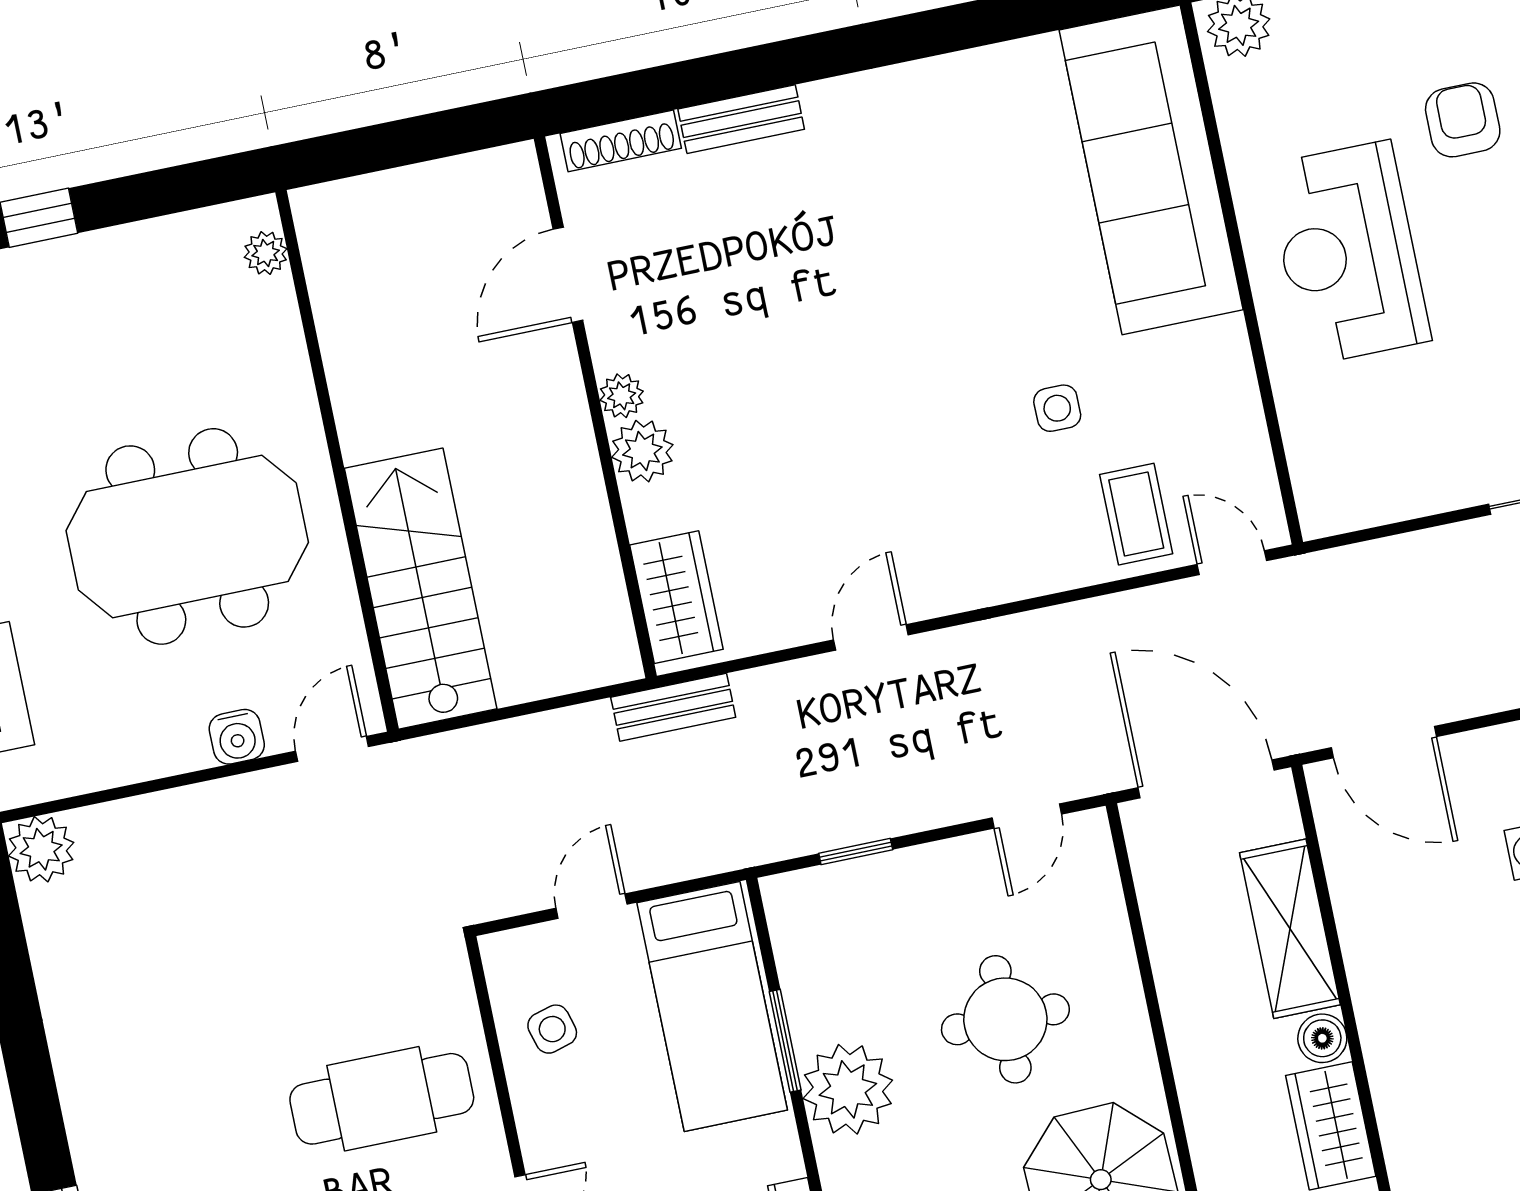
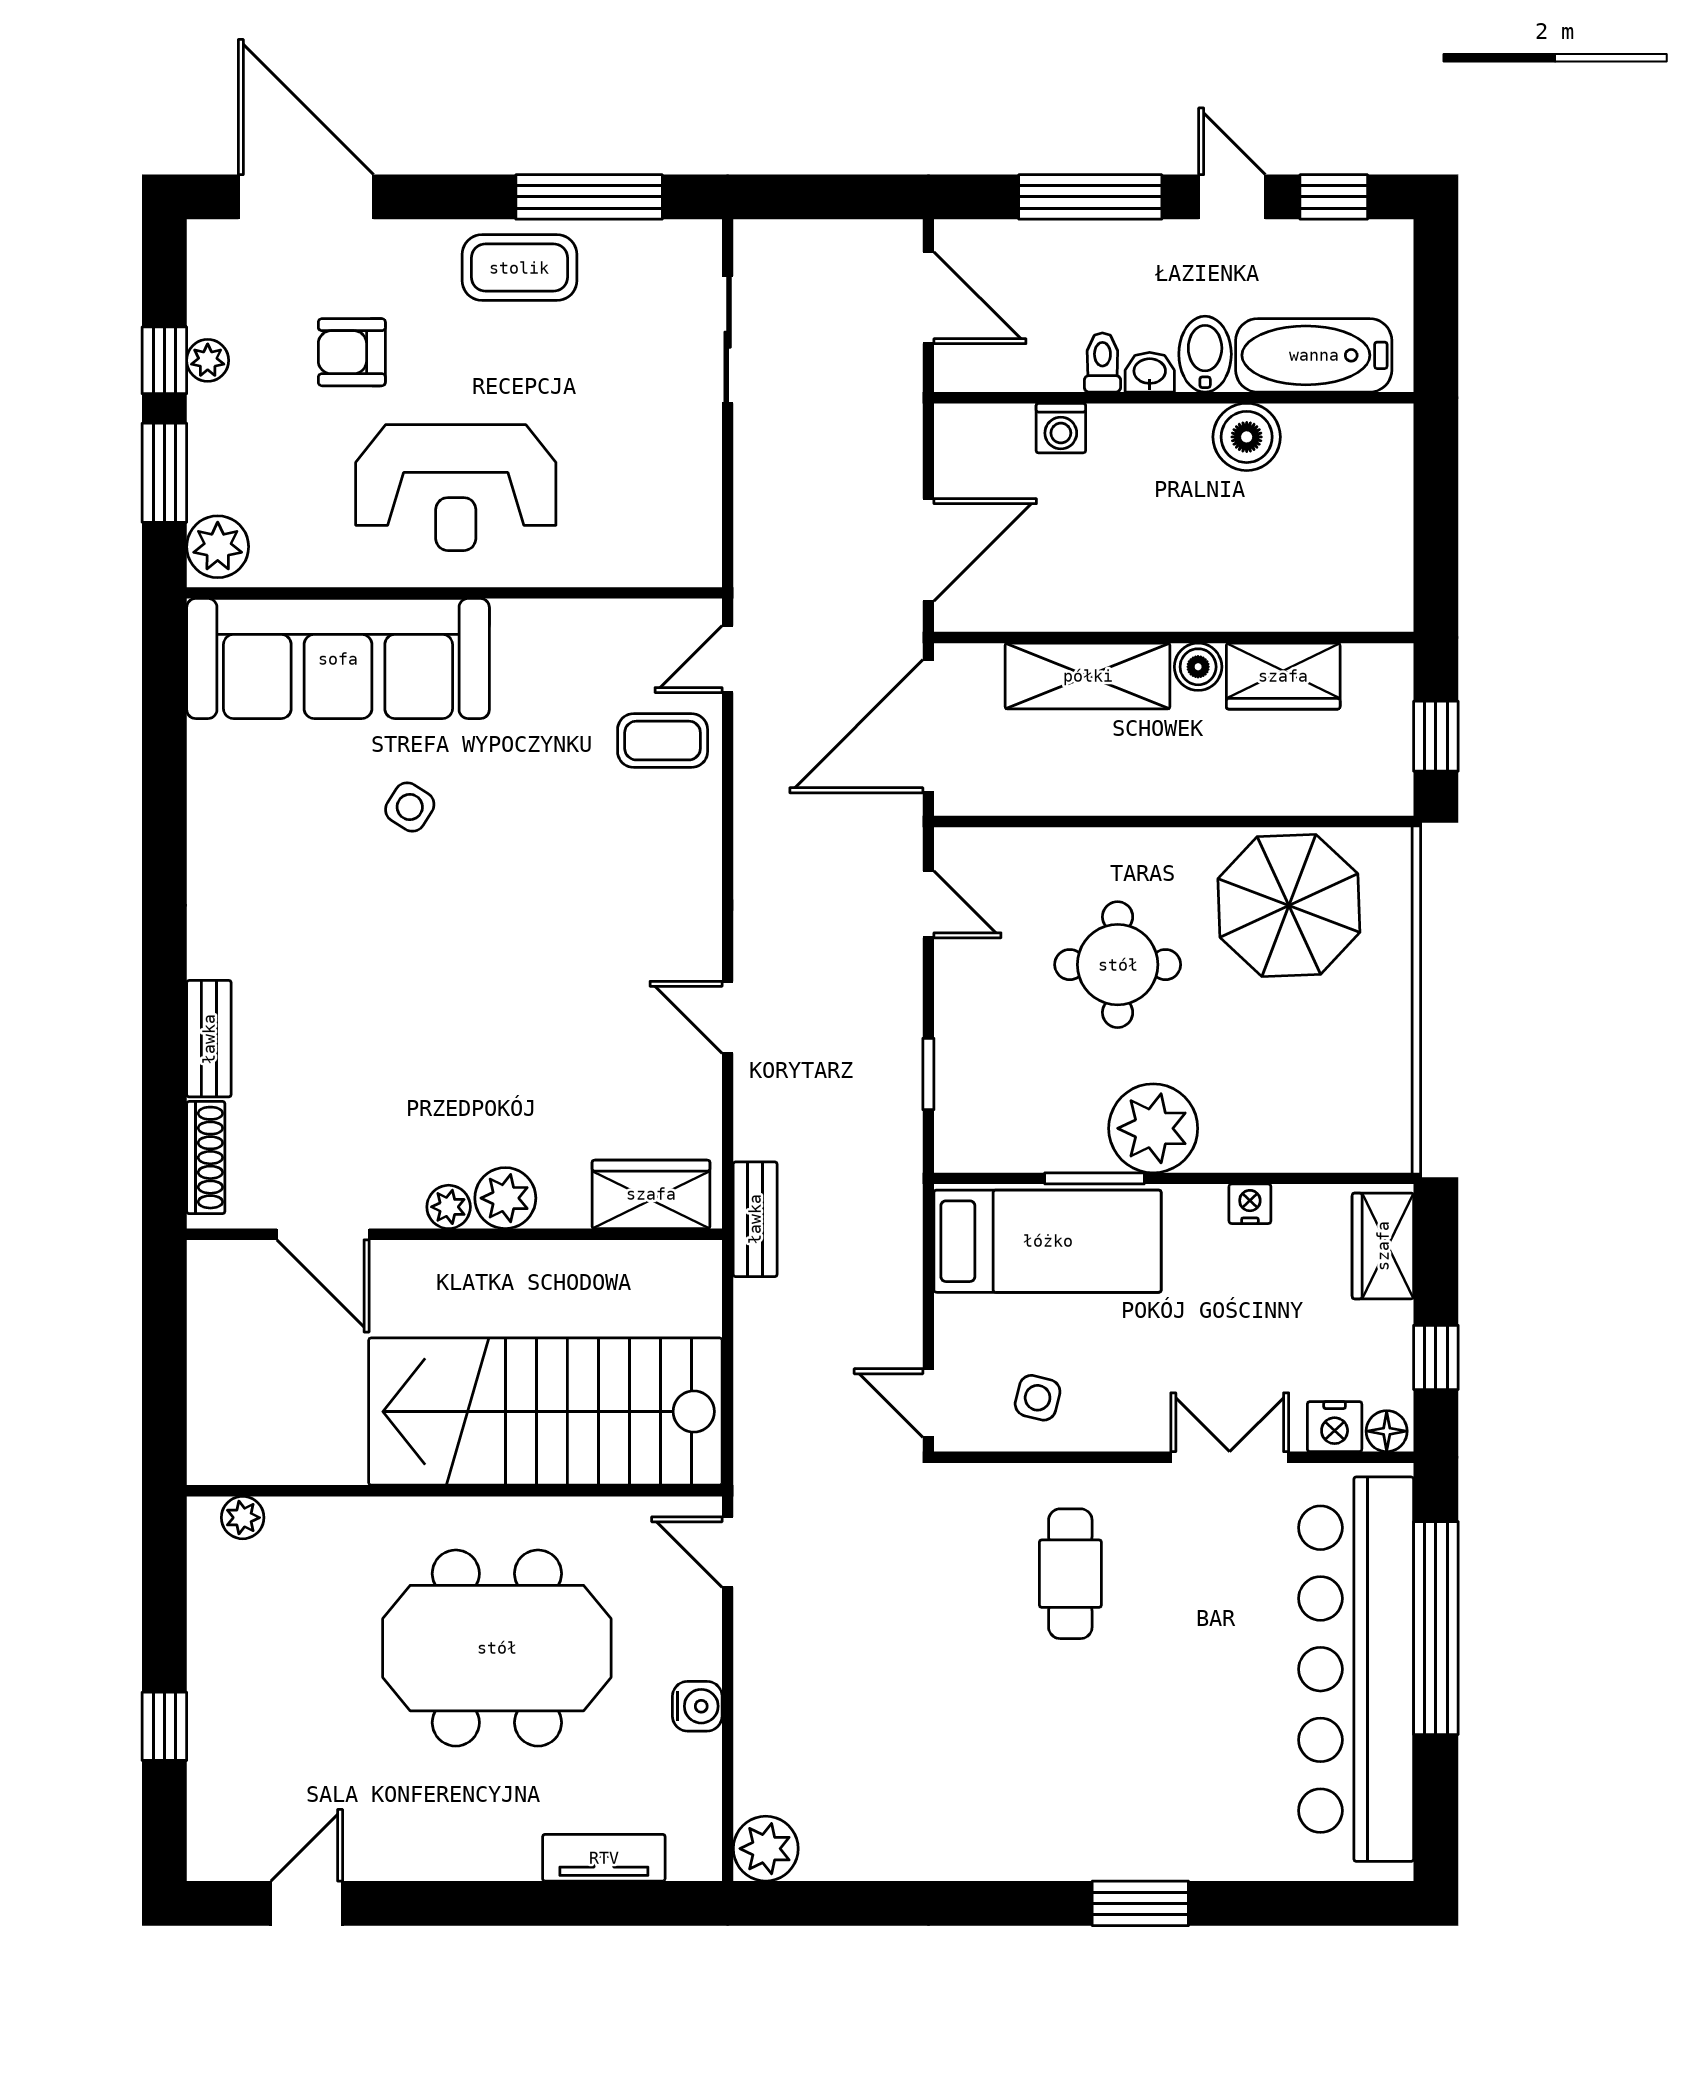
side table: (1057, 408) -> (410, 807), moved, turned 32
meeting table: (187, 536) -> (497, 1648), turned 90
stairs: (421, 589) -> (545, 1412), width x1.36, depth x1.51
water cooler: (237, 737) -> (697, 1706), moved
door: (592, 906) -> (928, 1403), moved
side table: (552, 1029) -> (1038, 1398), turned 30
cafe table: (382, 1099) -> (1070, 1574), width x0.73, depth x0.74

